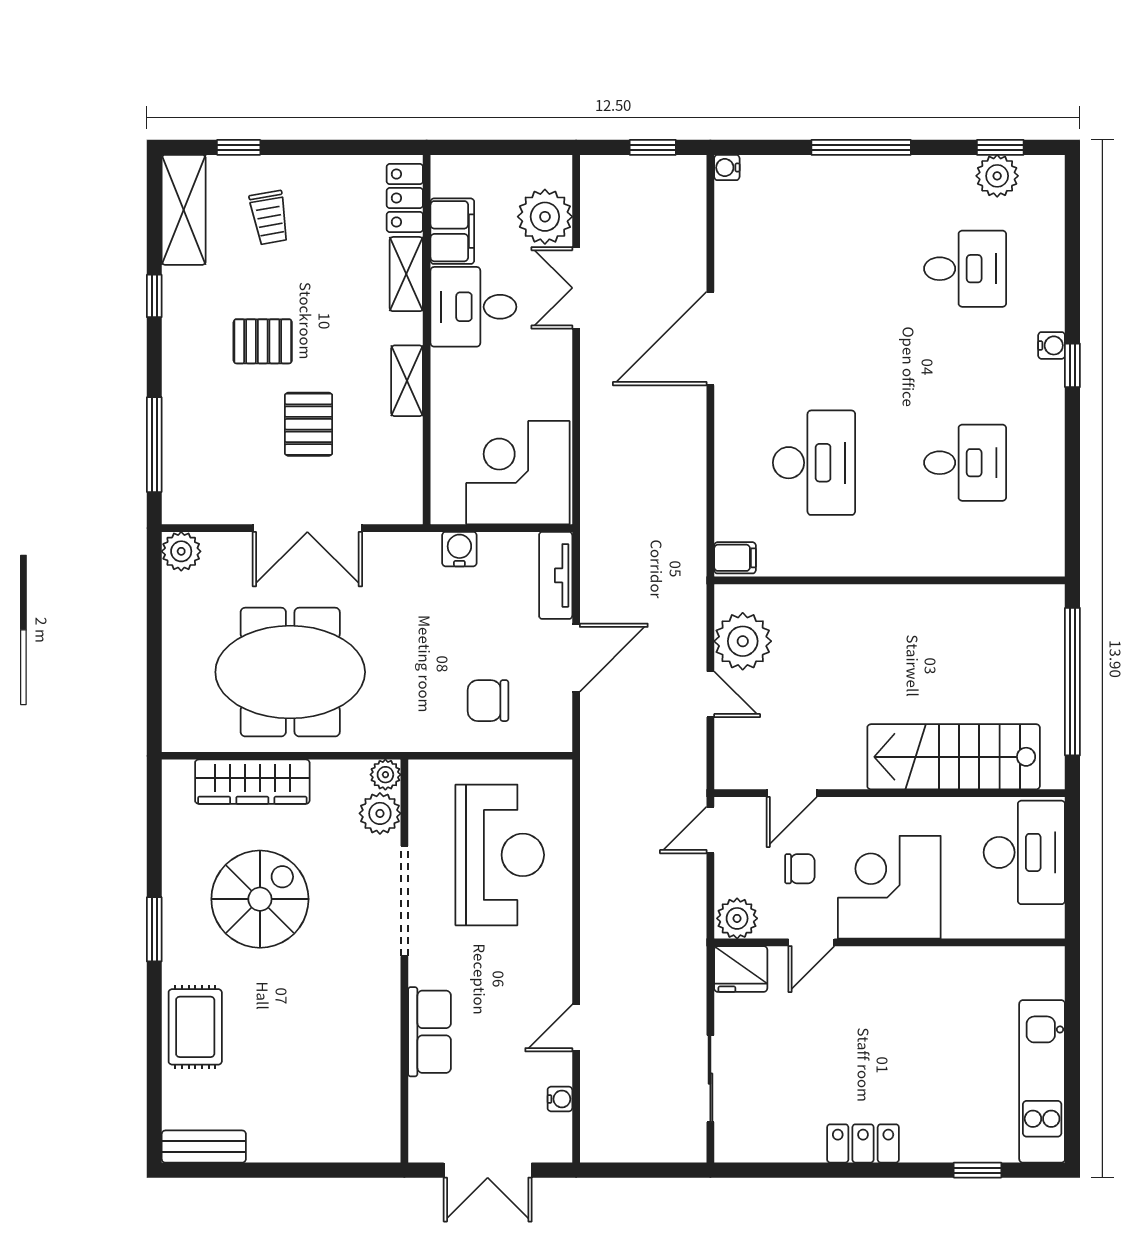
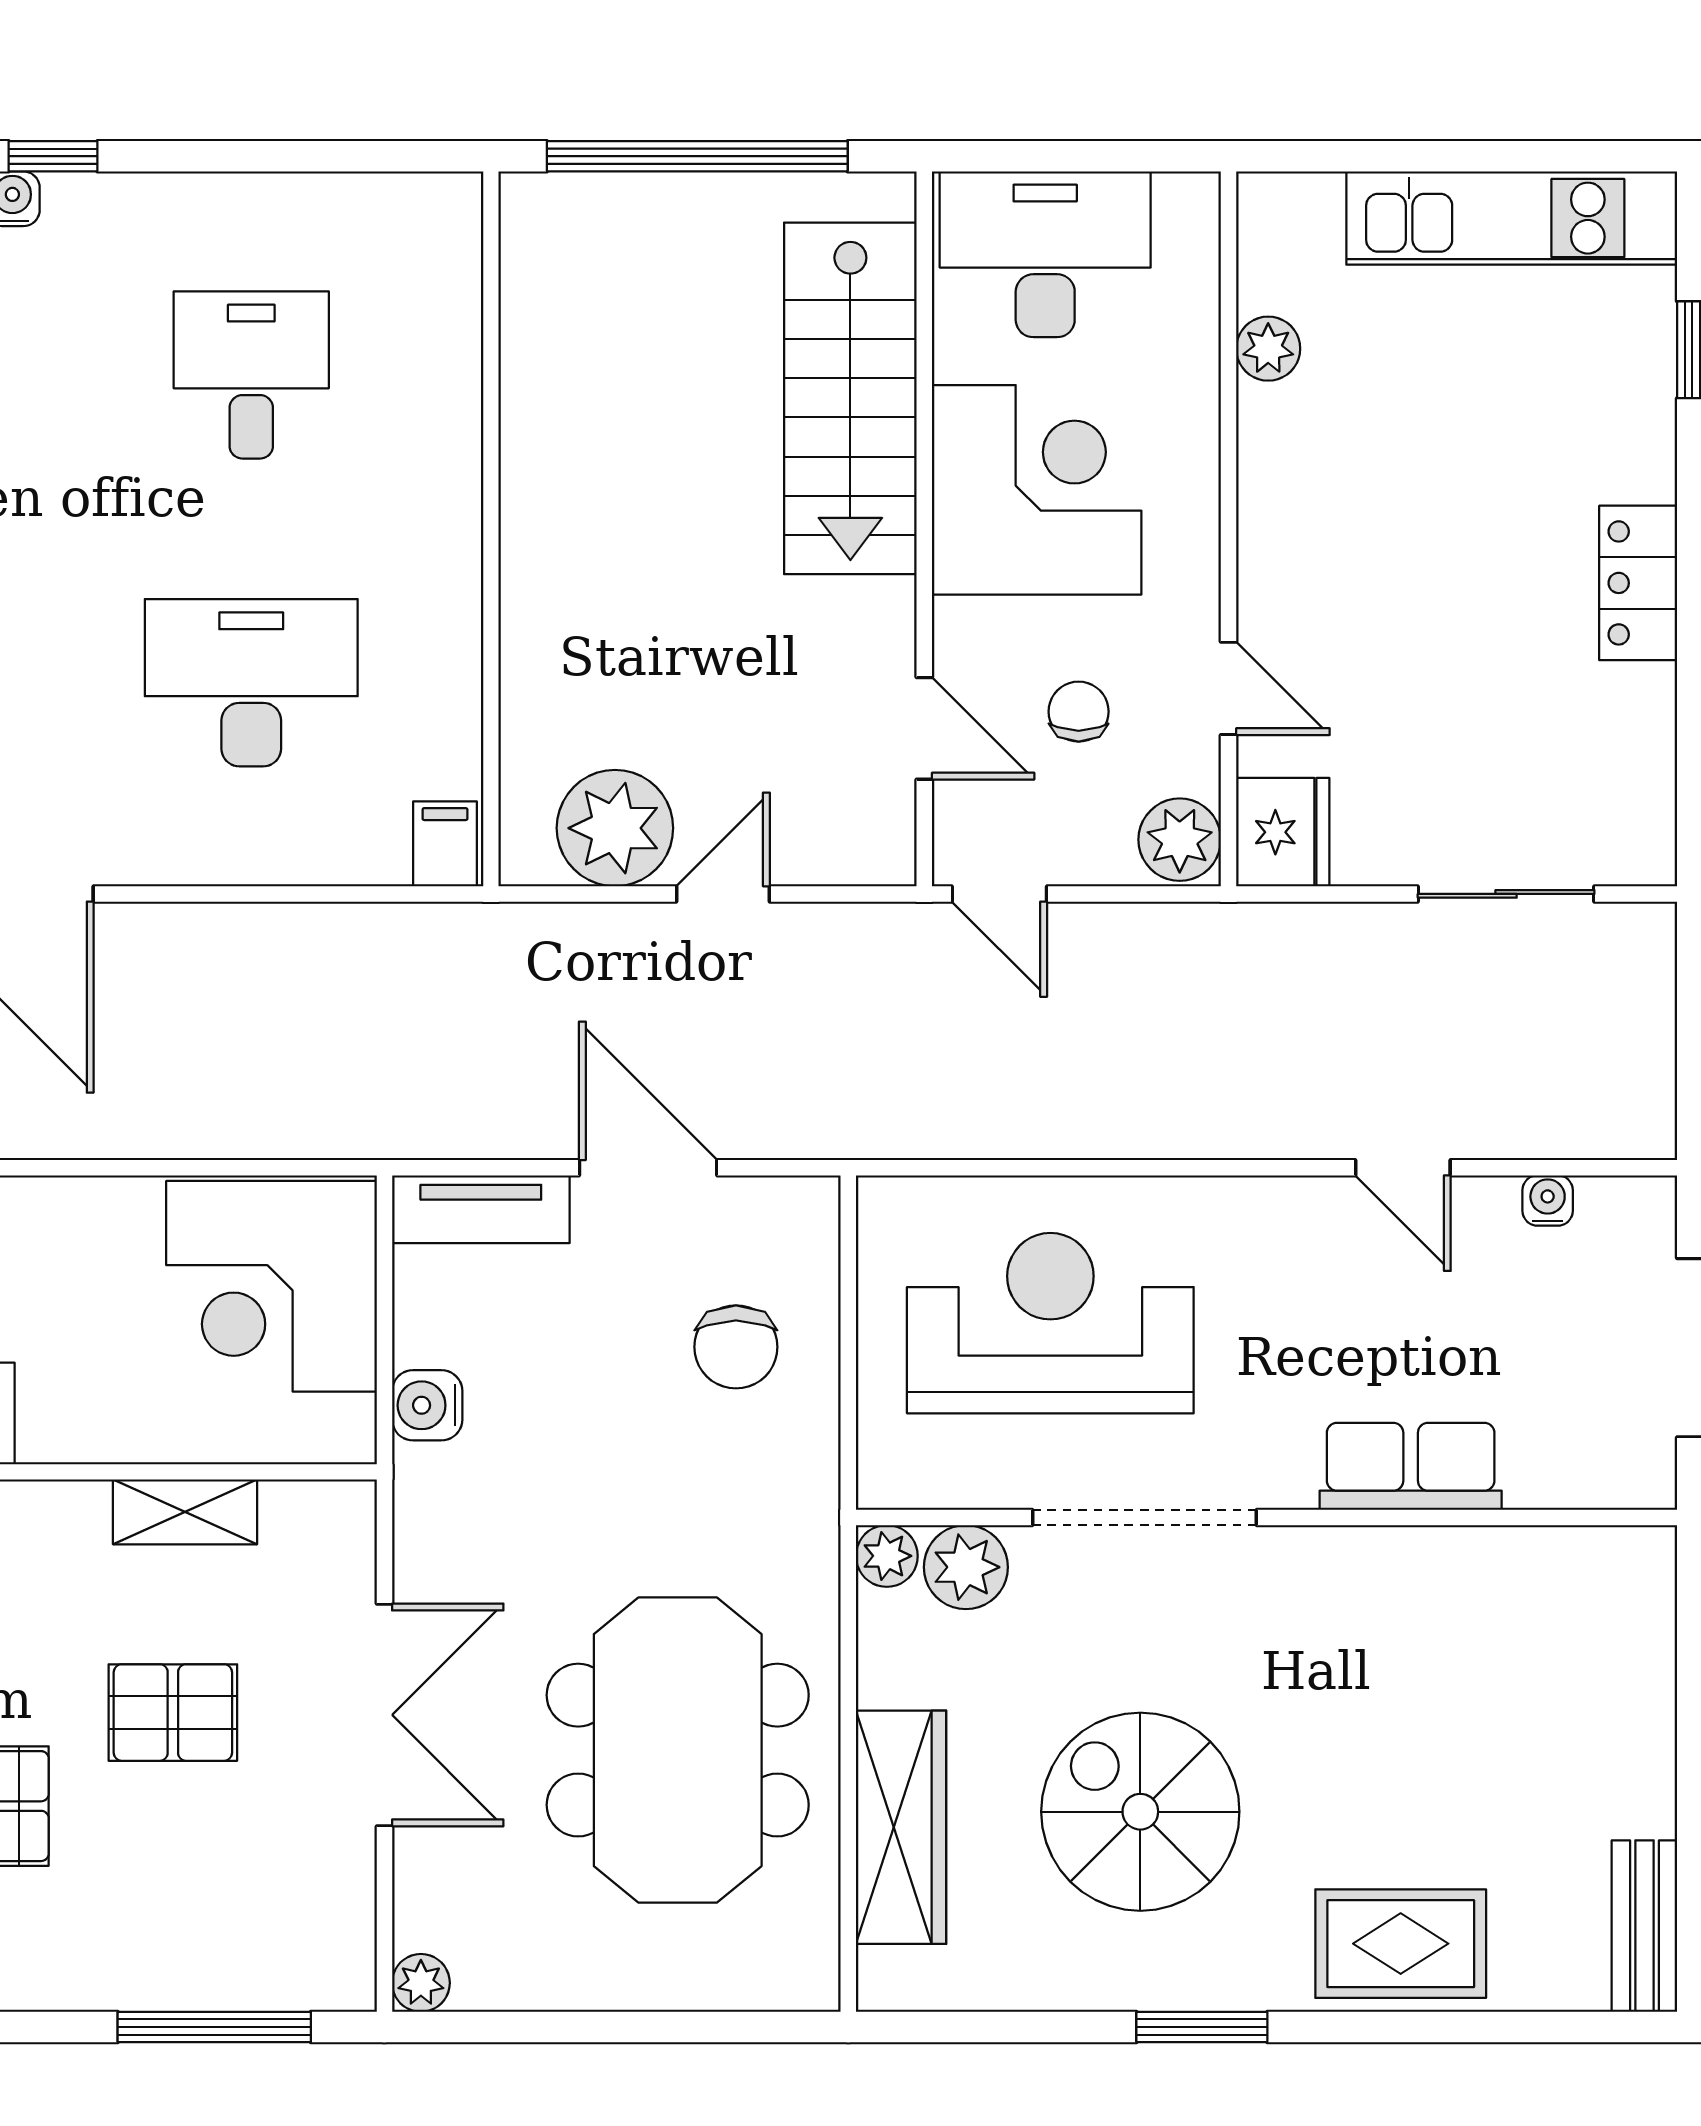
shelving: (407, 381) -> (185, 1512), moved
plant: (181, 551) -> (421, 1983), width x0.73, depth x0.73
corner desk: (889, 887) -> (1037, 490), moved, turned 180
plant: (978, 962) -> (1268, 349), added

